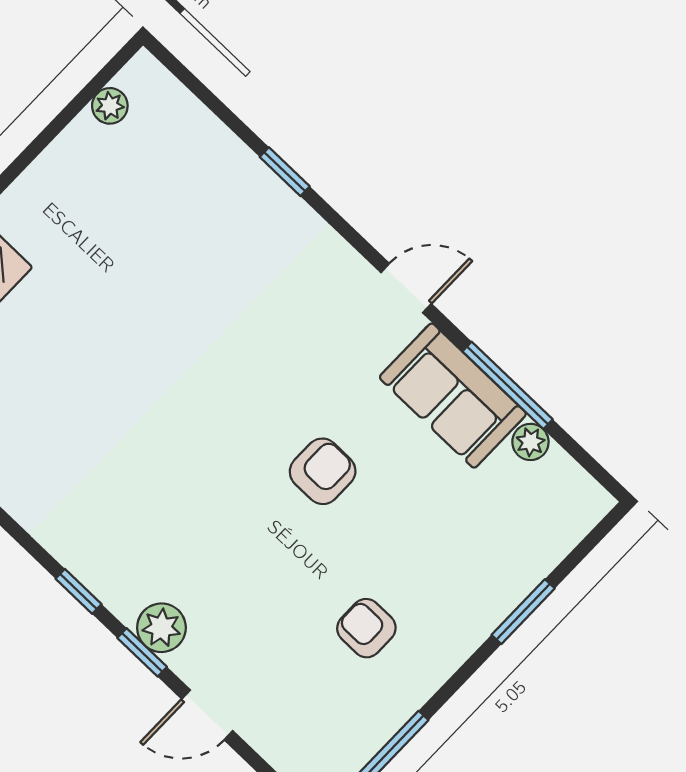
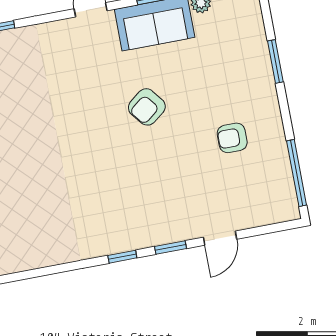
armchair: (323, 471) -> (147, 107), turned -128
plant: (161, 628) -> (166, 231), removed

